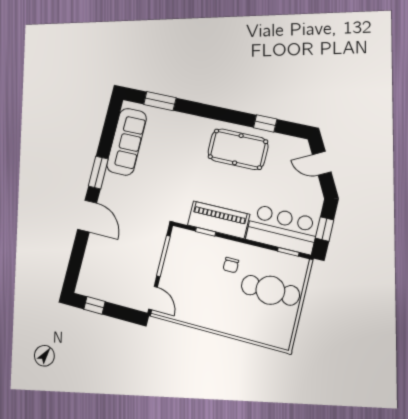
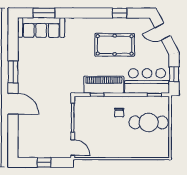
sofa: (127, 142) -> (41, 27), moved, turned 90
pool table: (238, 149) -> (115, 45), moved
window: (95, 305) -> (44, 162), moved

